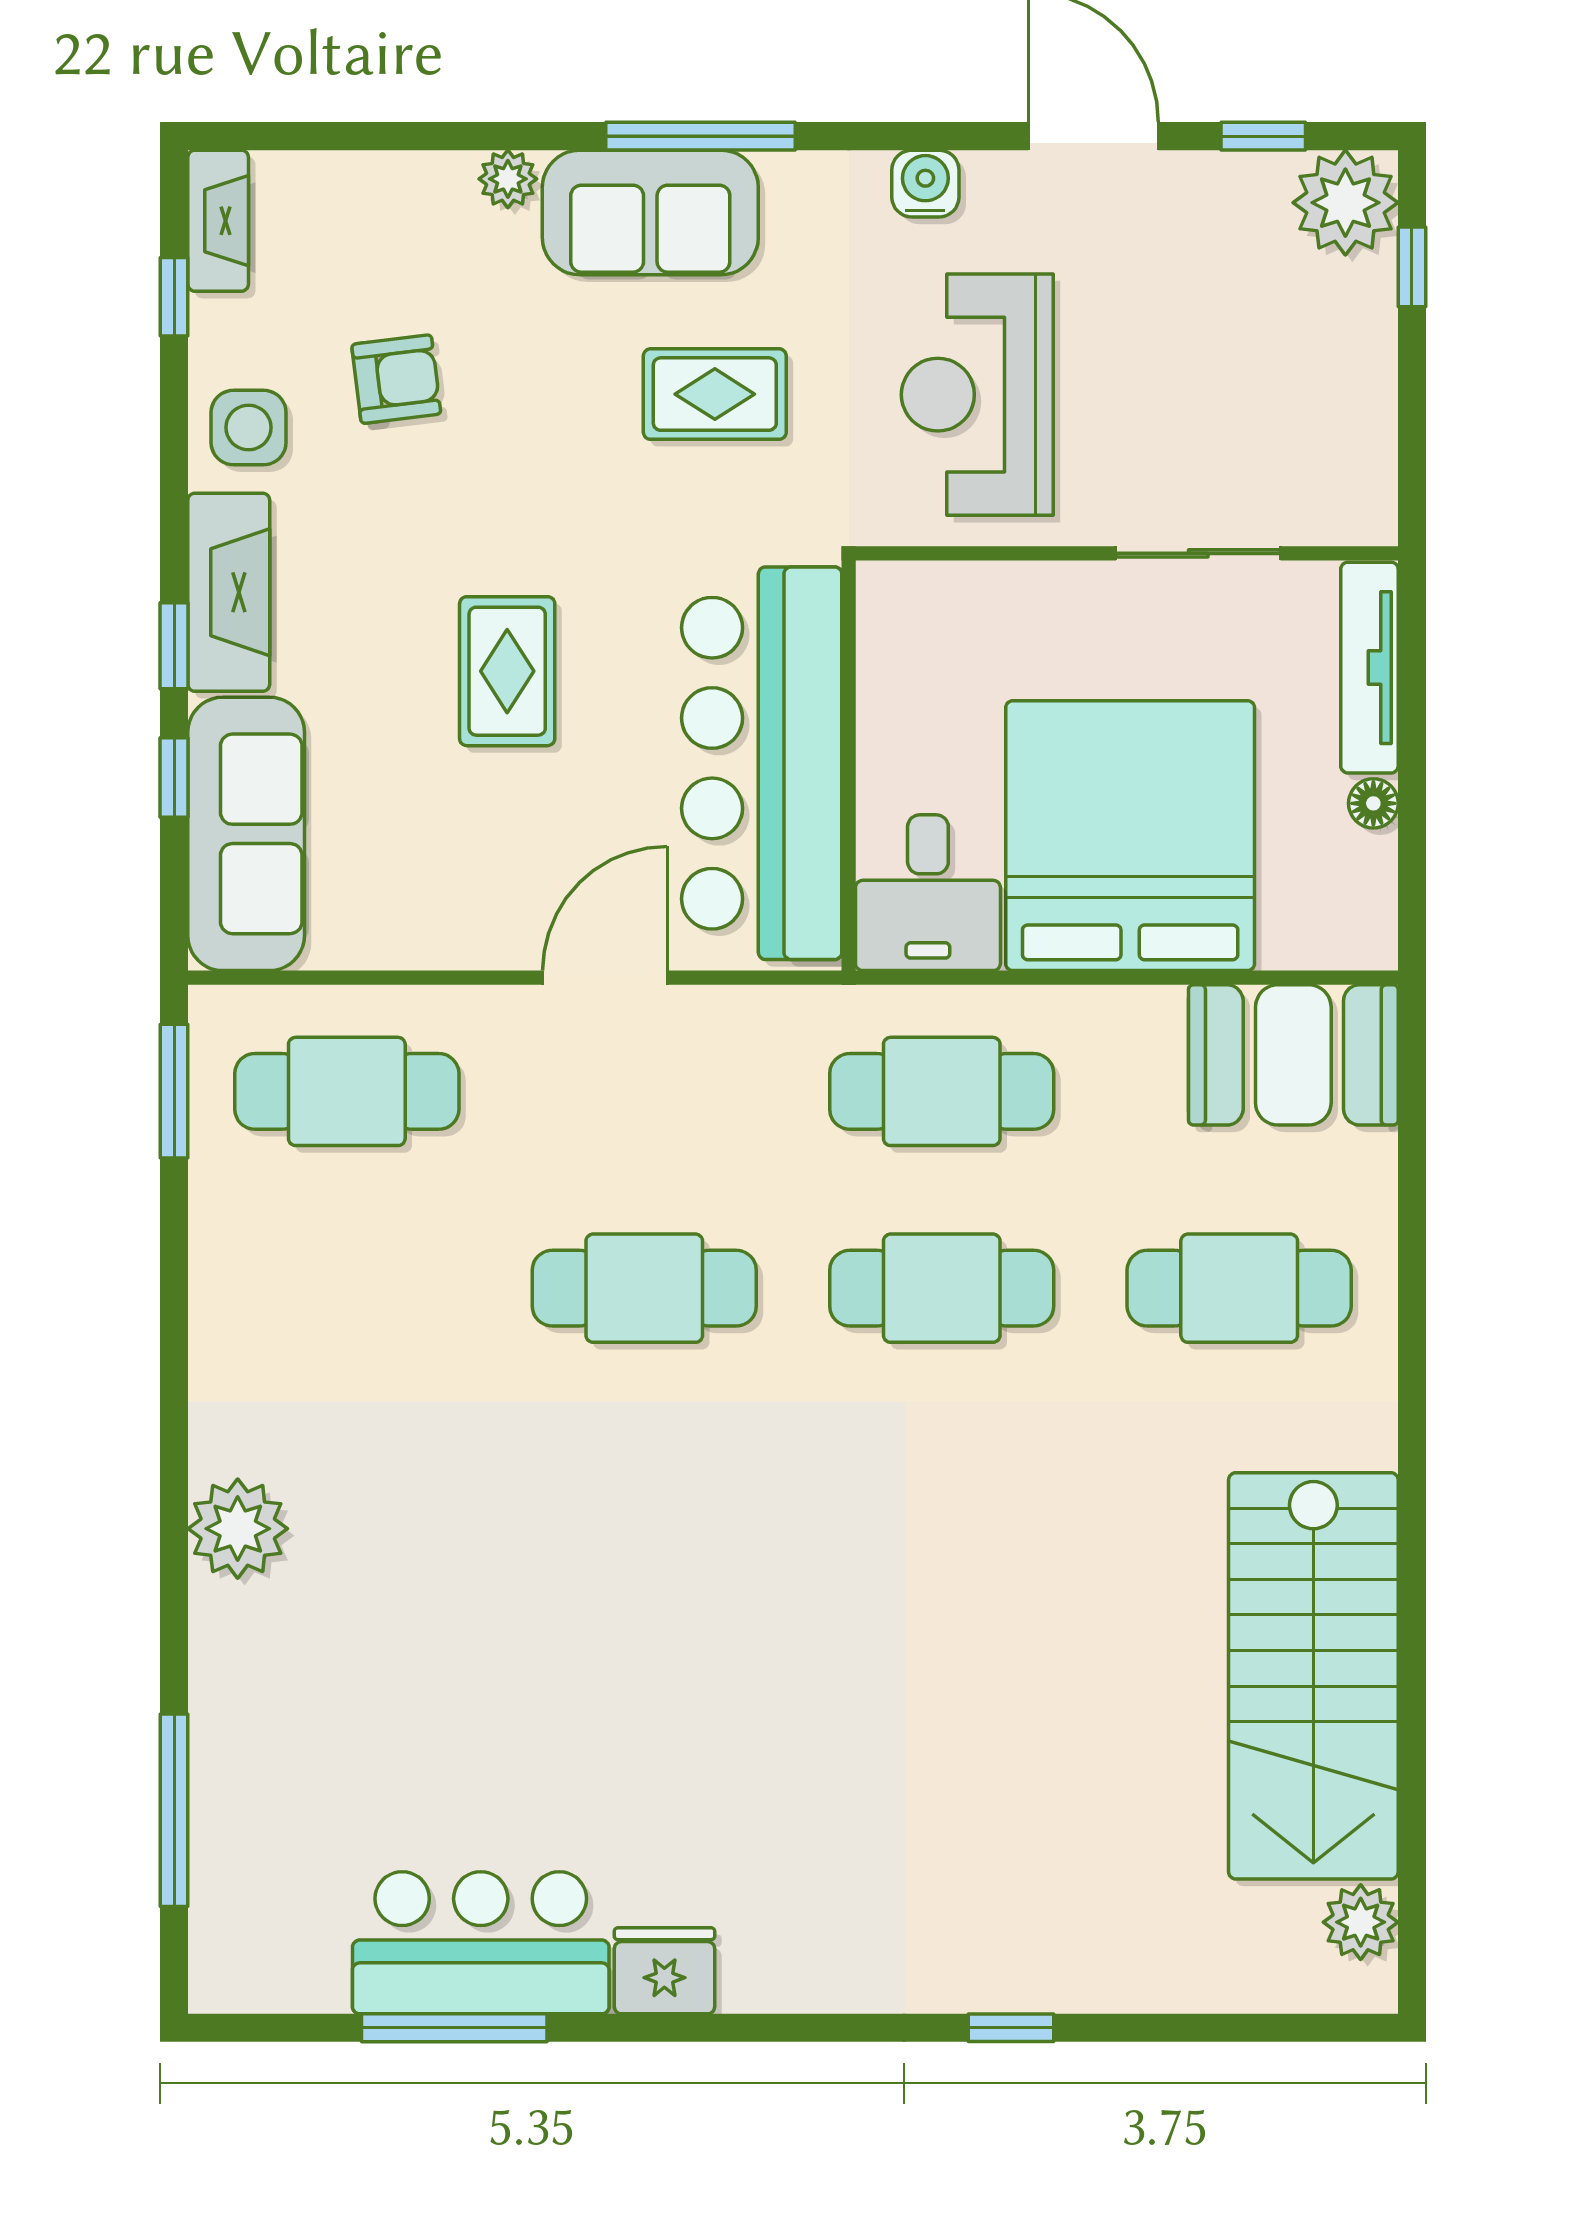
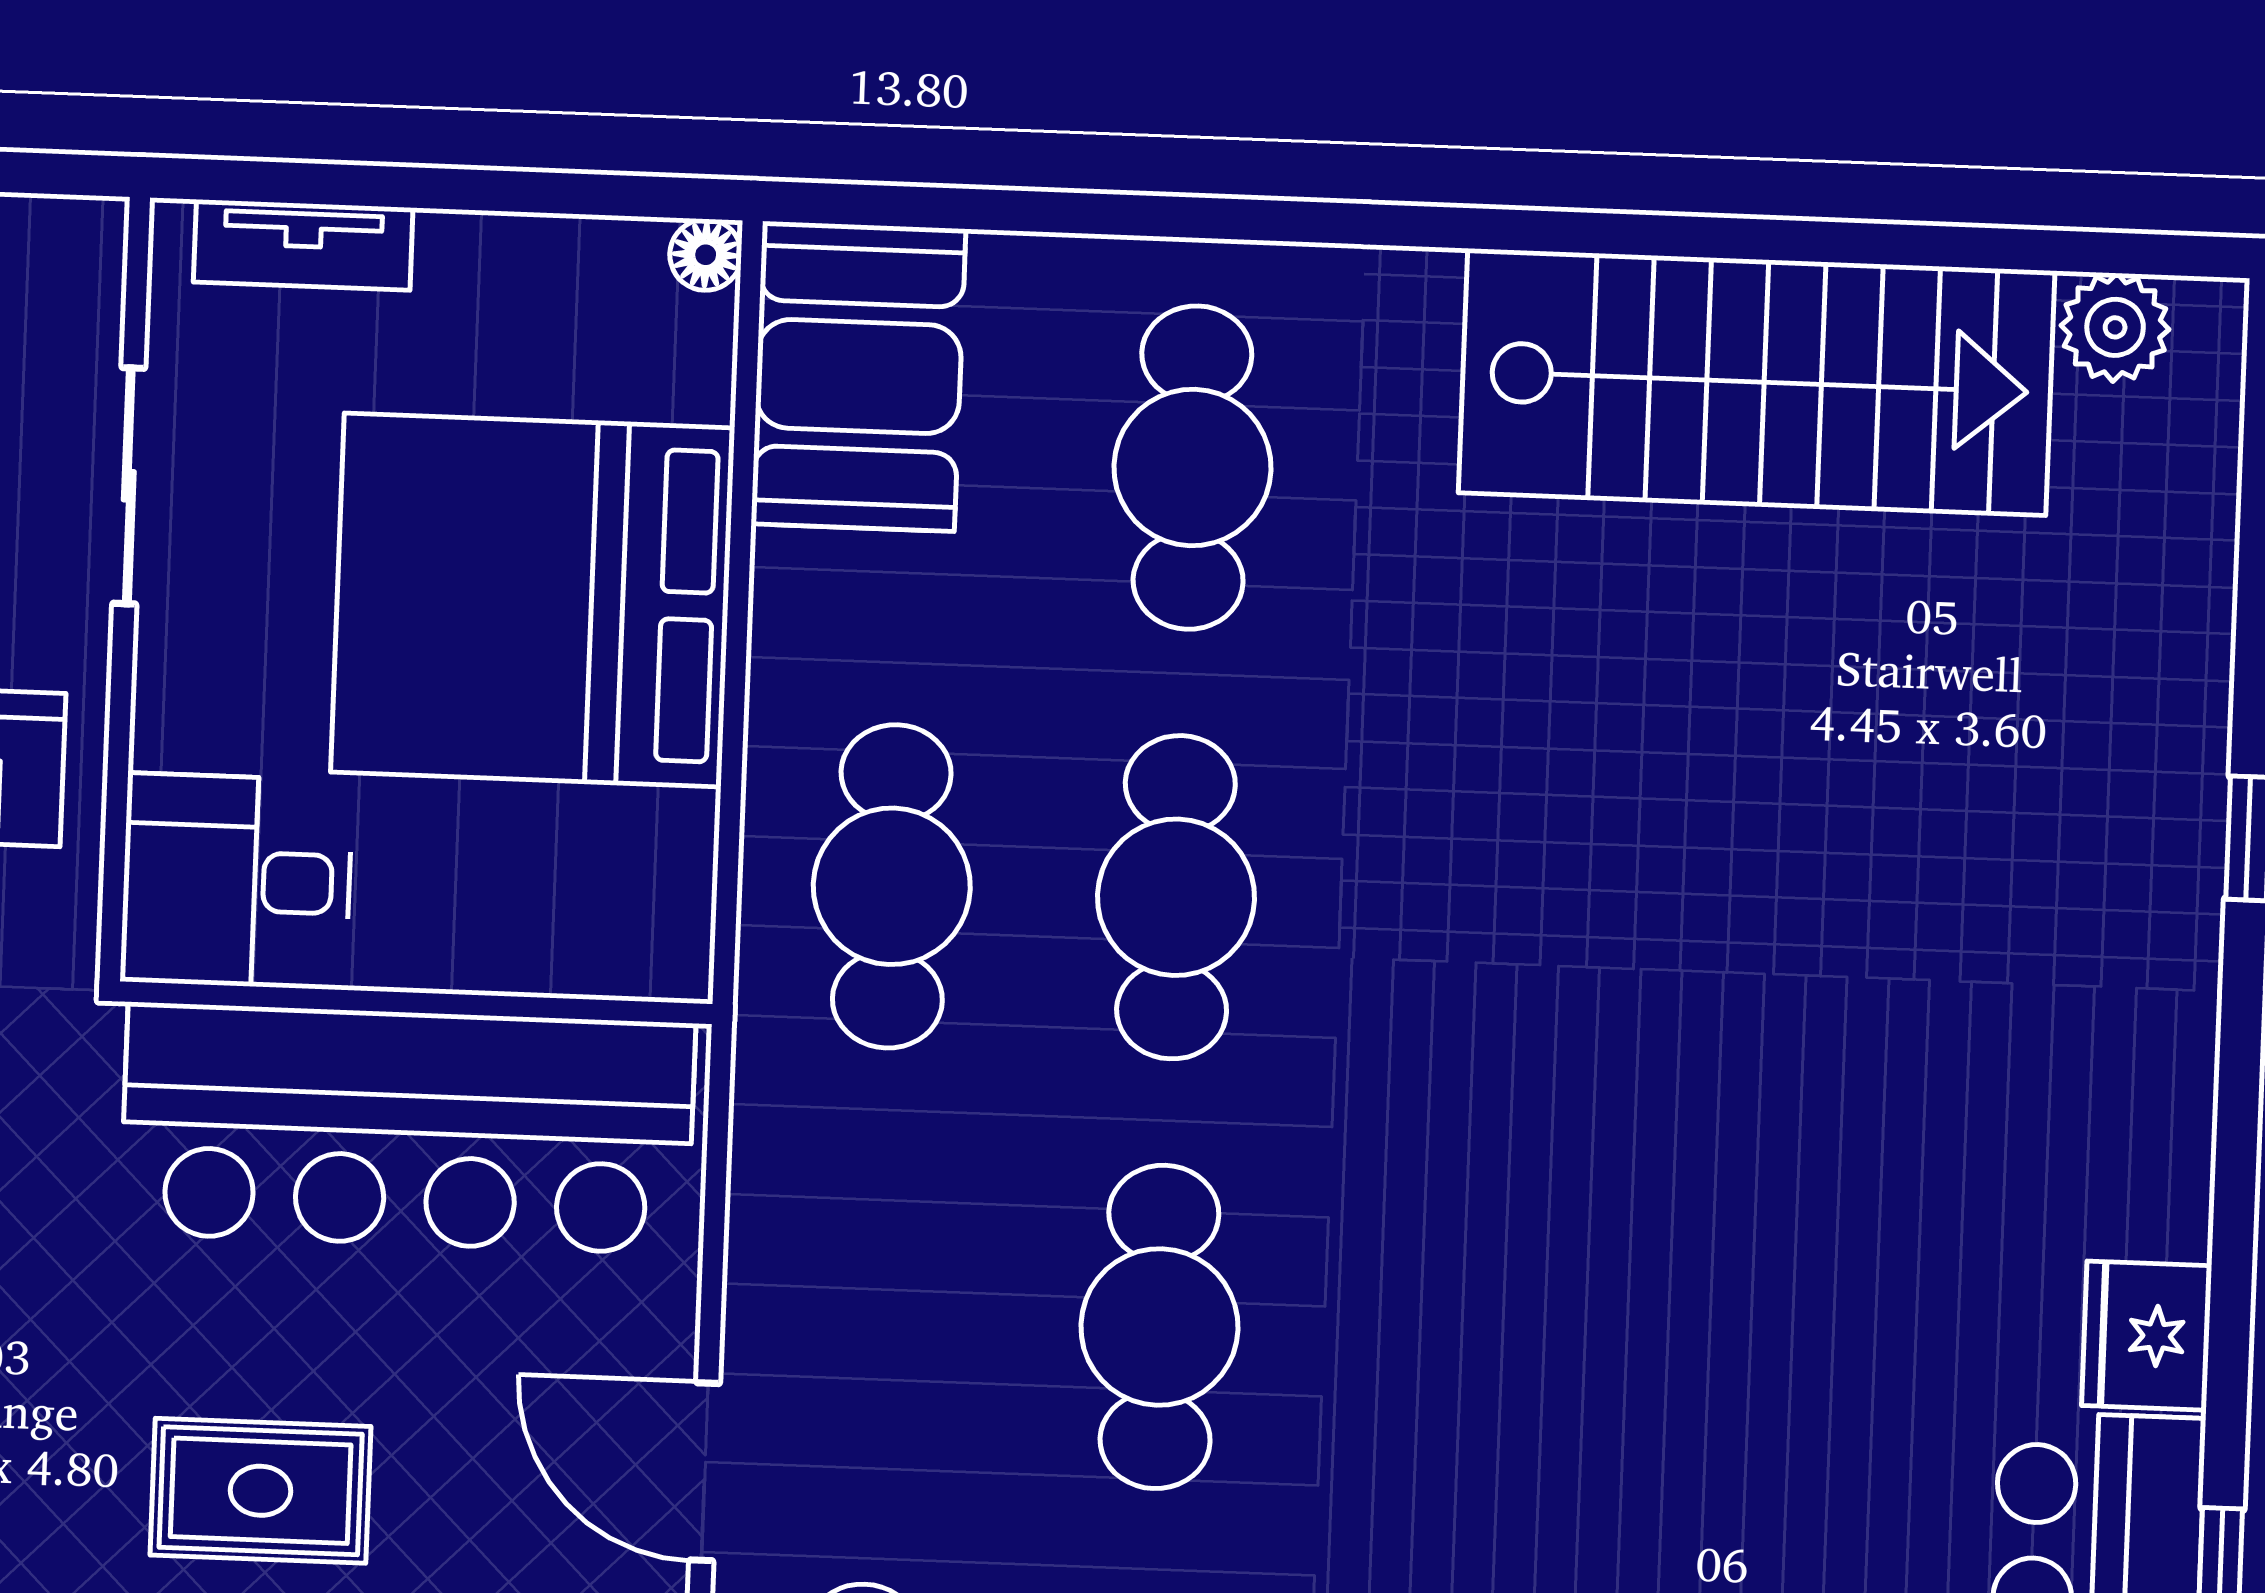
tv unit: (1369, 668) -> (303, 245), width x0.71
floor lamp: (1373, 803) -> (706, 255), moved
desk: (928, 893) -> (237, 881), moved, turned 180
door: (605, 978) -> (705, 1472), moved

